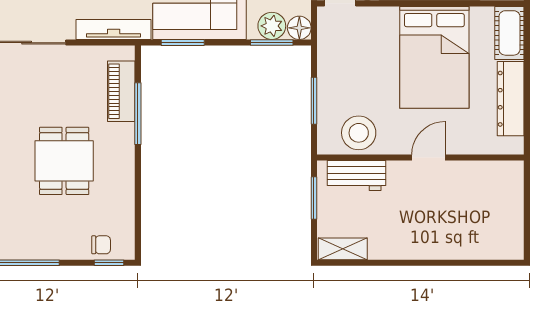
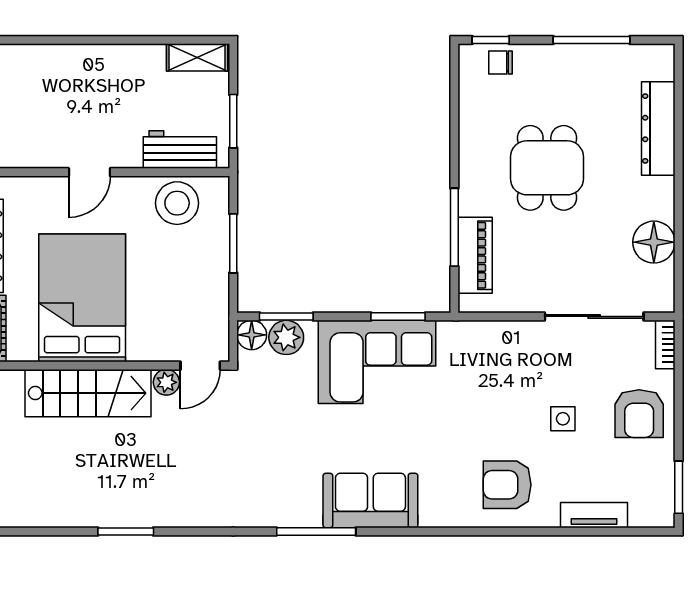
tv unit: (114, 30) -> (485, 333), removed

